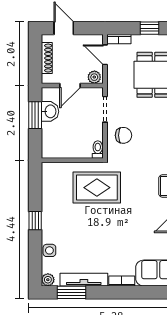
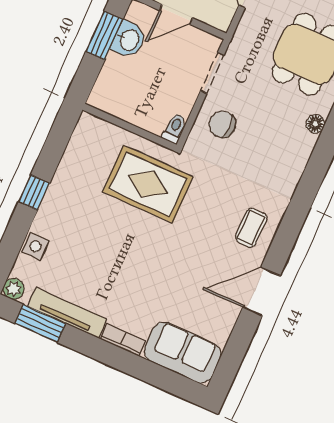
plant: (94, 77) -> (218, 18), removed
chair: (123, 135) -> (222, 124), turned 180

